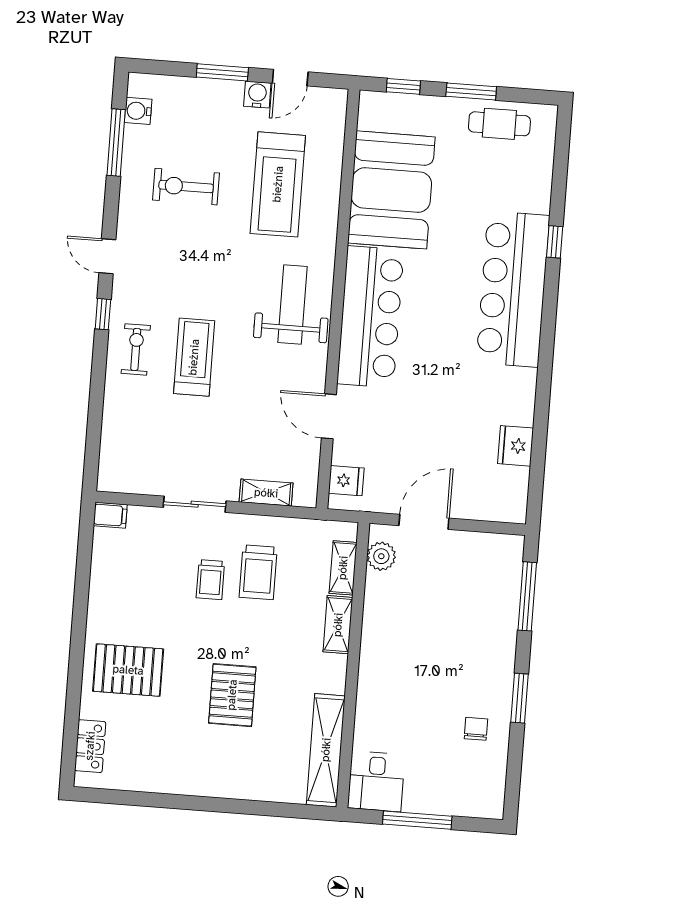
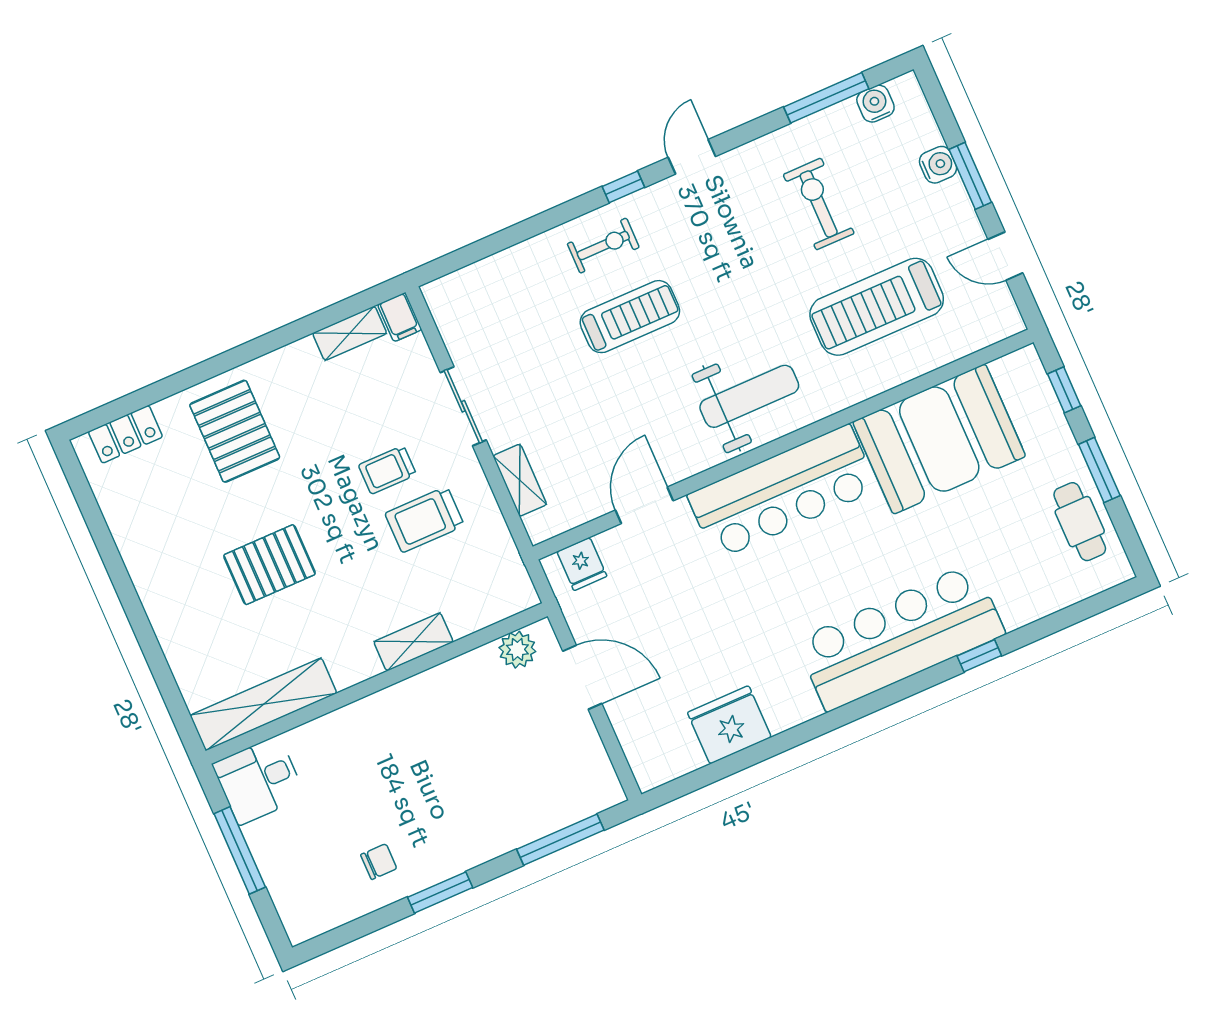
water cooler: (257, 95) -> (938, 165), moved
fridge: (516, 446) -> (729, 725), width x1.36, depth x1.34
shelving: (343, 568) -> (350, 333), moved

